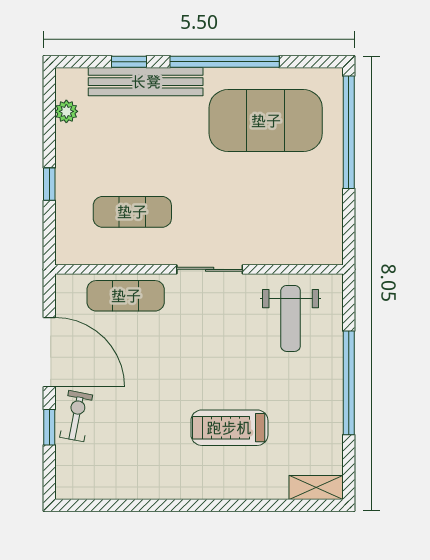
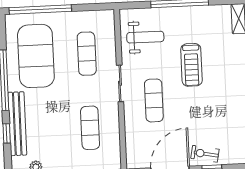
exercise mat: (266, 212) -> (87, 54), added
exercise mat: (126, 296) -> (154, 100), moved
treadmill: (229, 428) -> (191, 65), moved

